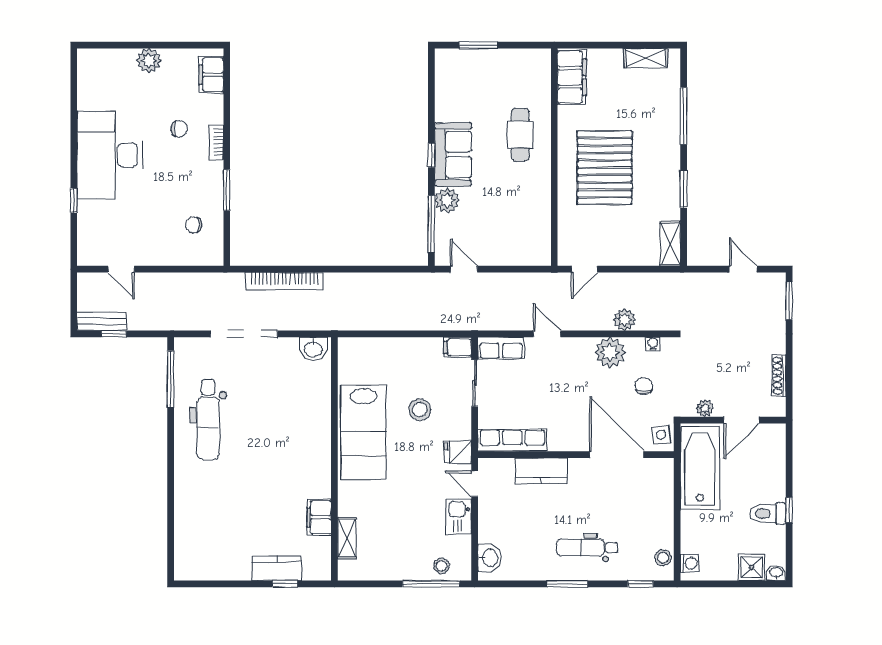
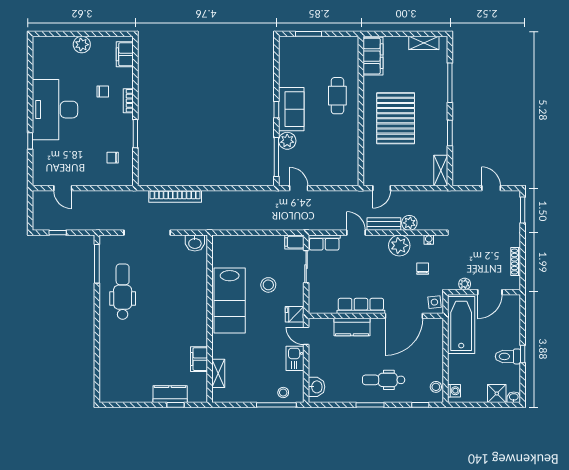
bench: (101, 321) -> (384, 224), moved
dental chair: (208, 419) -> (123, 292), turned 180
row of seats: (512, 440) -> (361, 306), moved
door: (617, 455) -> (404, 316), swing flipped

